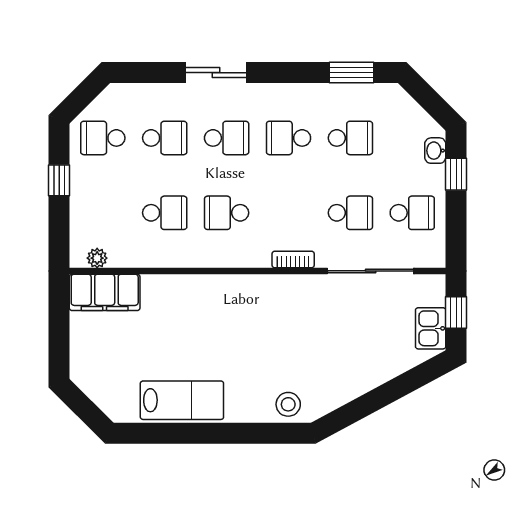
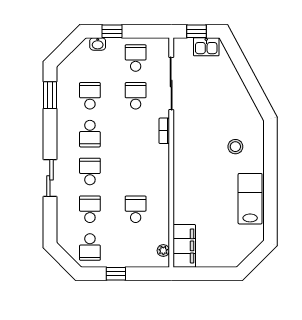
school desk: (227, 213) -> (136, 171), removed
stool: (288, 404) -> (235, 147), moved

